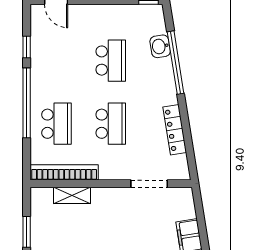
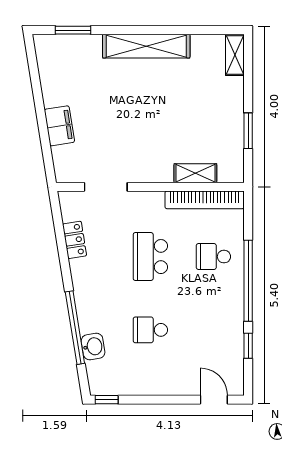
school desk: (111, 61) -> (150, 330), width x0.54
school desk: (57, 124) -> (213, 257), width x0.54
locker: (175, 130) -> (75, 240), width x0.66

